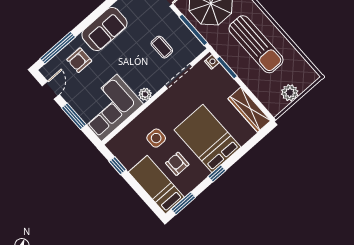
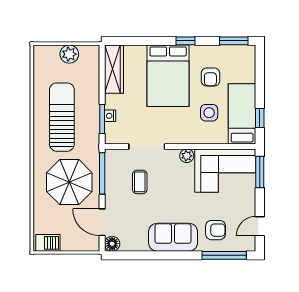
nightstand: (212, 62) -> (110, 116), moved
window: (74, 116) -> (260, 172), moved
bed: (156, 185) -> (242, 114), moved, turned 180

